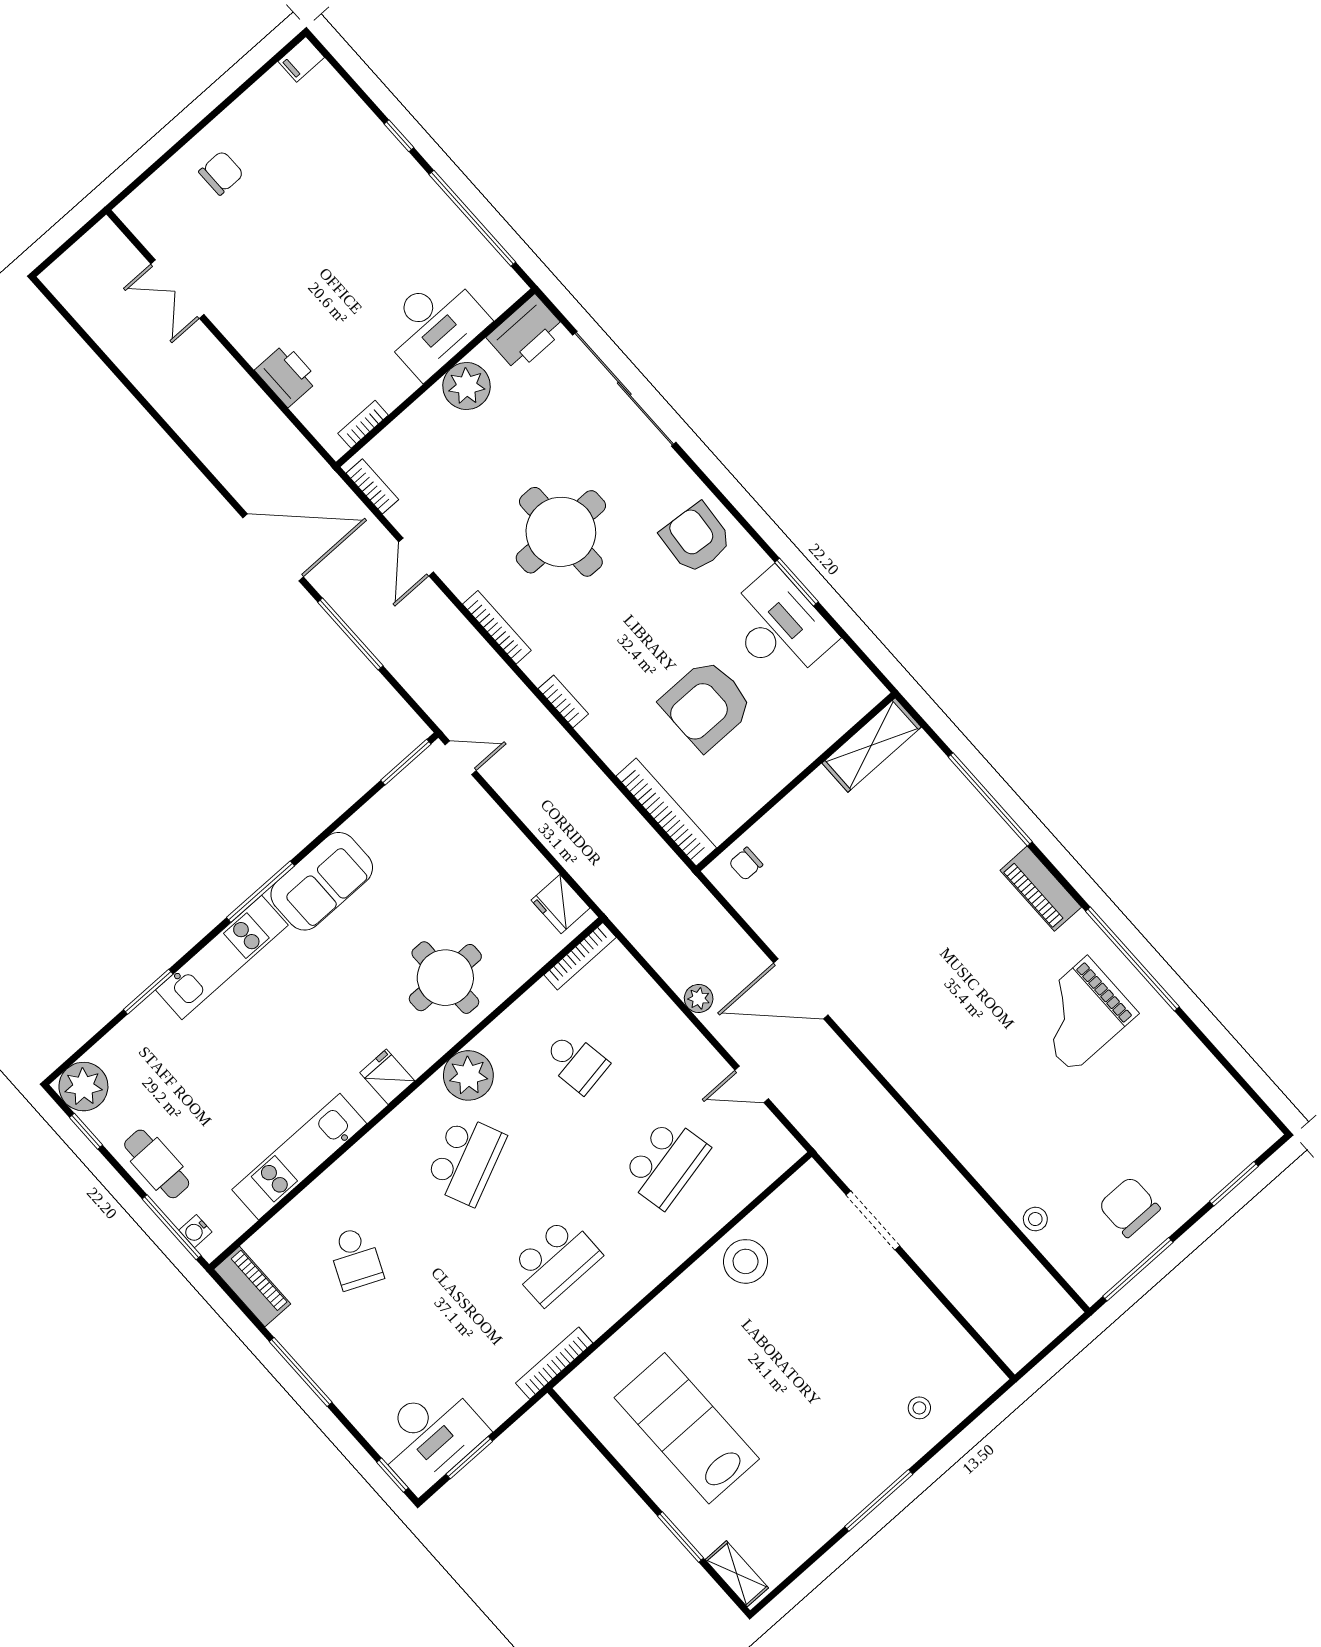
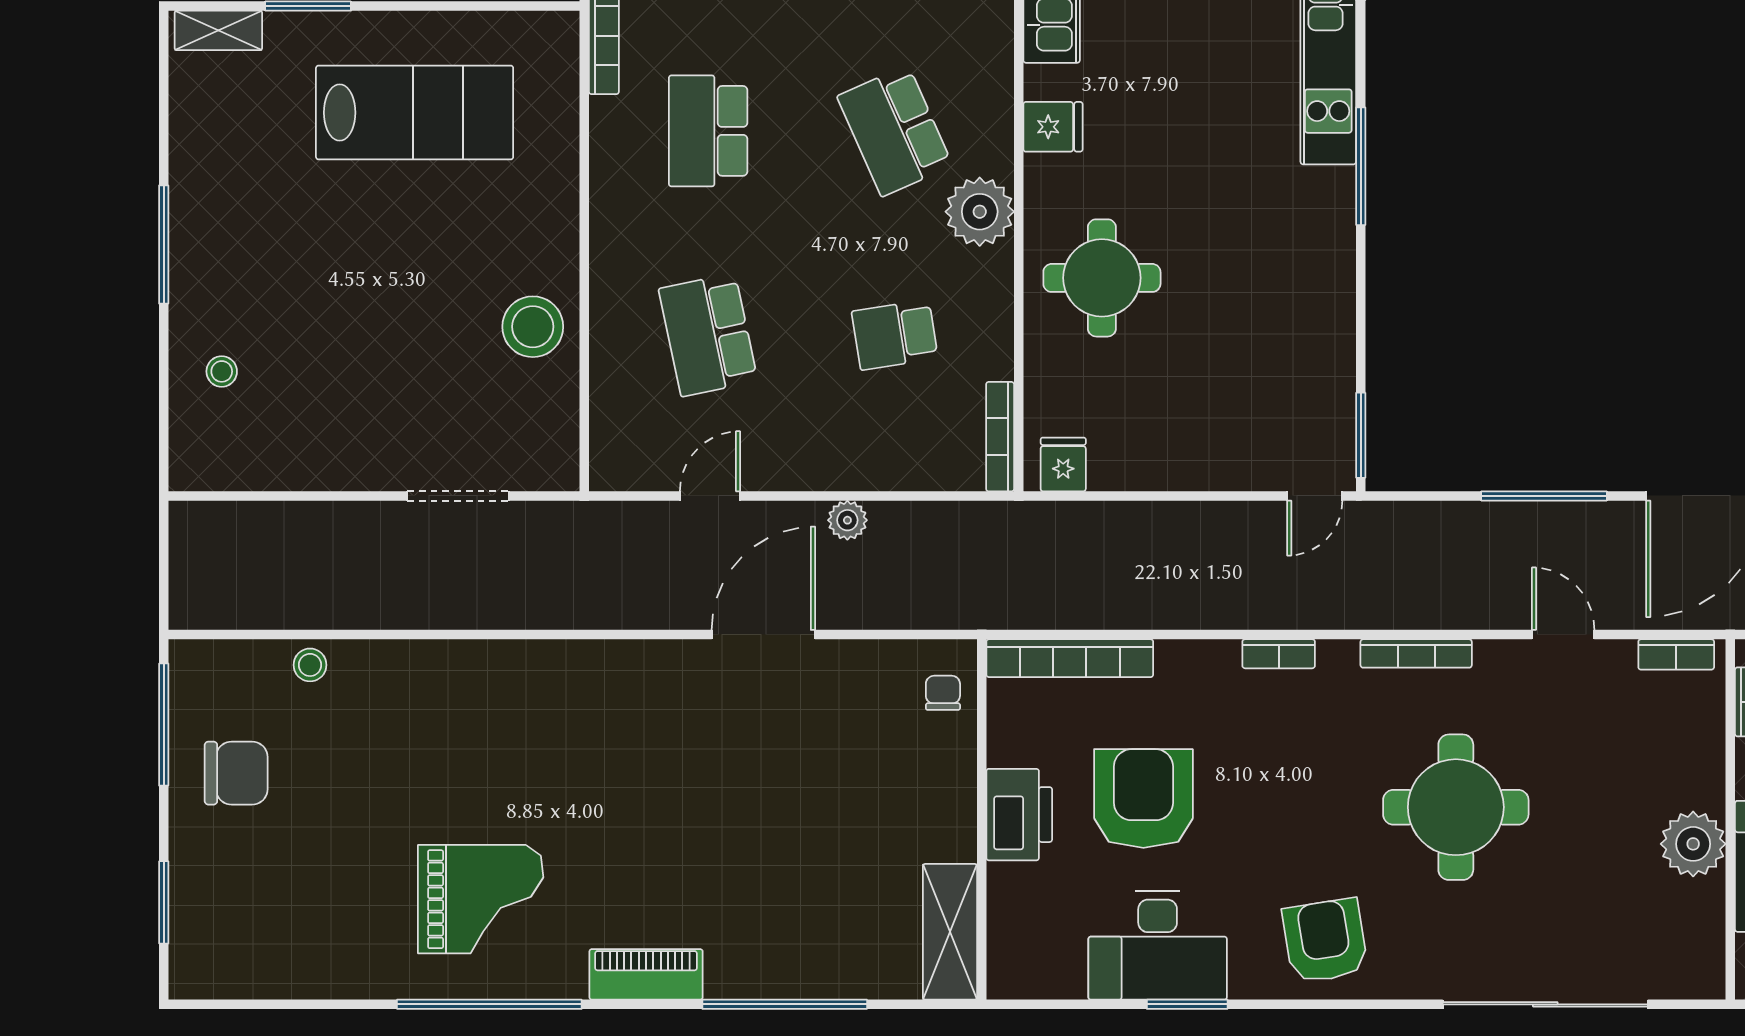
printer: (526, 333) -> (1019, 815), moved, turned 180
armchair: (696, 538) -> (1325, 941), turned -104
sofa: (322, 881) -> (1315, 239), removed
fridge: (560, 904) -> (1063, 464), width x0.72
grand piano: (1080, 1014) -> (481, 899), turned 90

